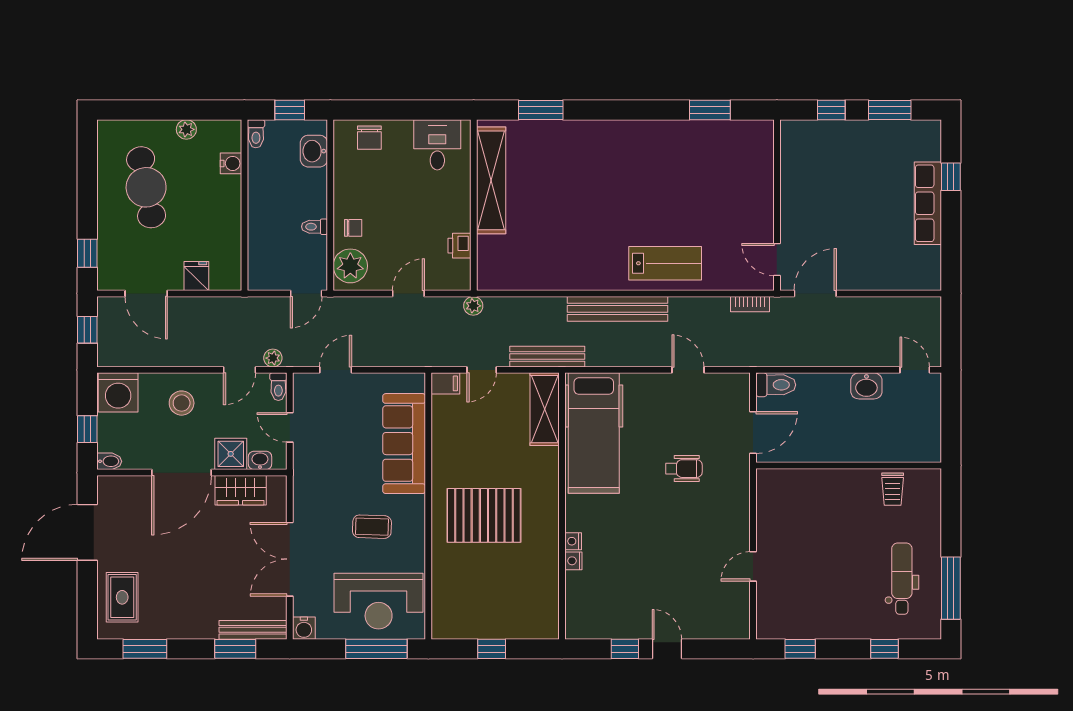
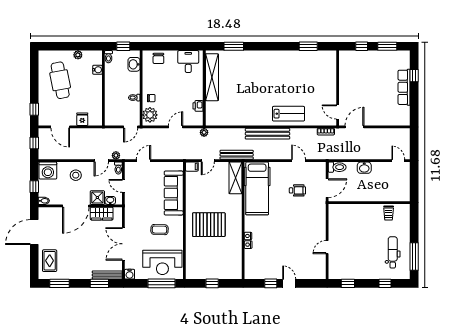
washbasin: (866, 386) -> (364, 168), moved
wheelchair: (684, 469) -> (297, 190), moved

